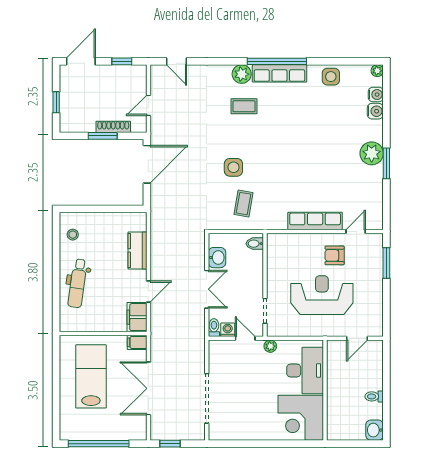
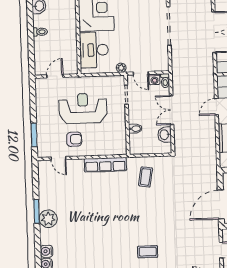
side table: (233, 167) -> (154, 205), removed
row of seats: (315, 221) -> (105, 165), moved
door: (356, 231) -> (59, 158), hinge flipped
bidet: (255, 244) -> (135, 129), moved
reception desk: (322, 295) -> (83, 108), turned 180

